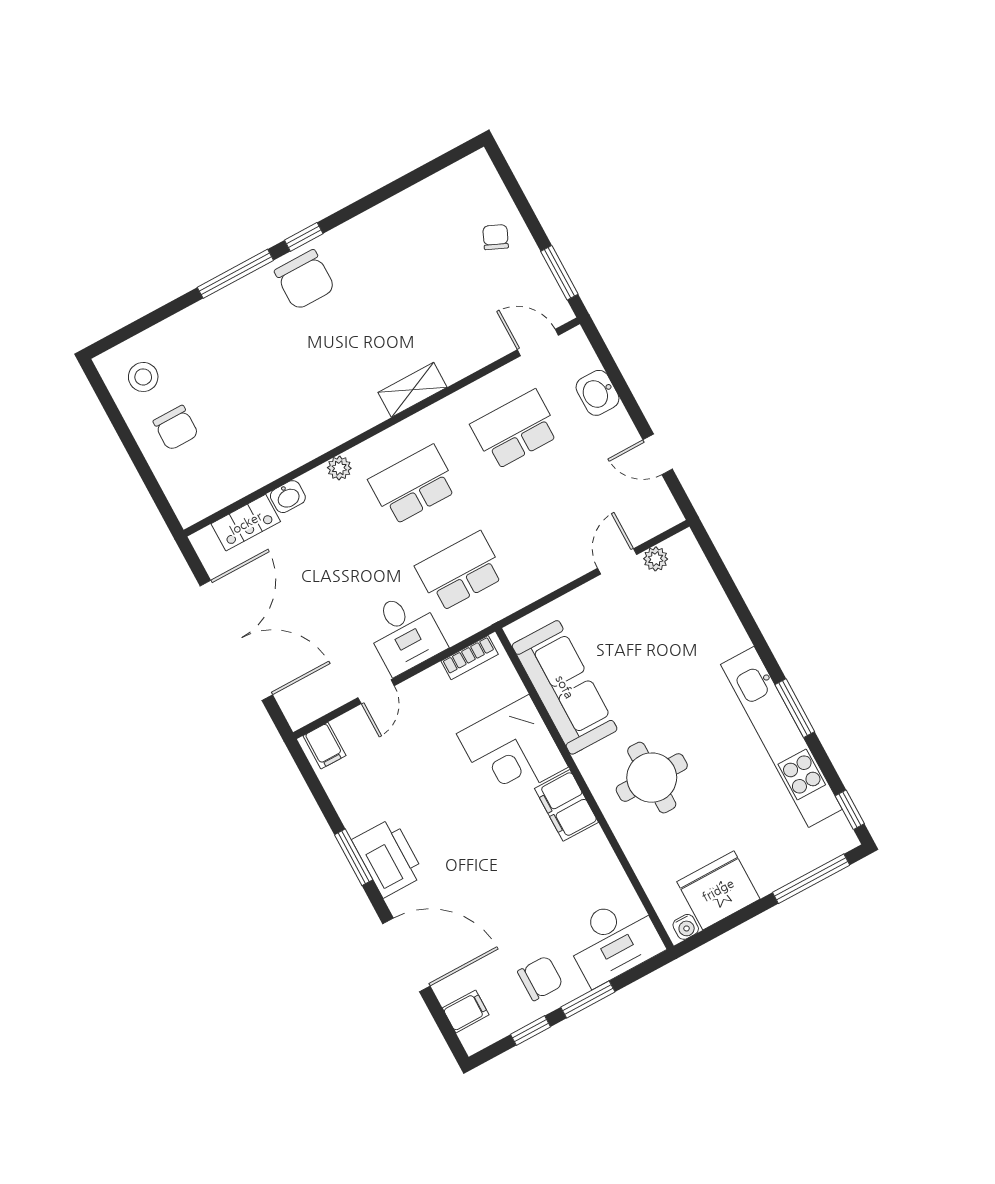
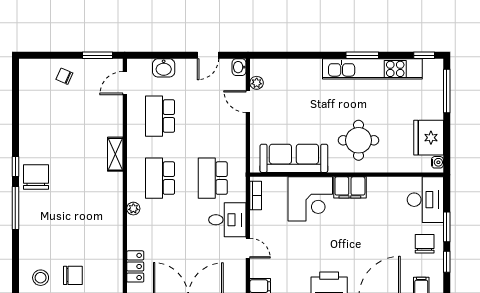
chair: (305, 280) -> (36, 177), turned -90
washbasin: (288, 497) -> (239, 67), moved, turned 180

